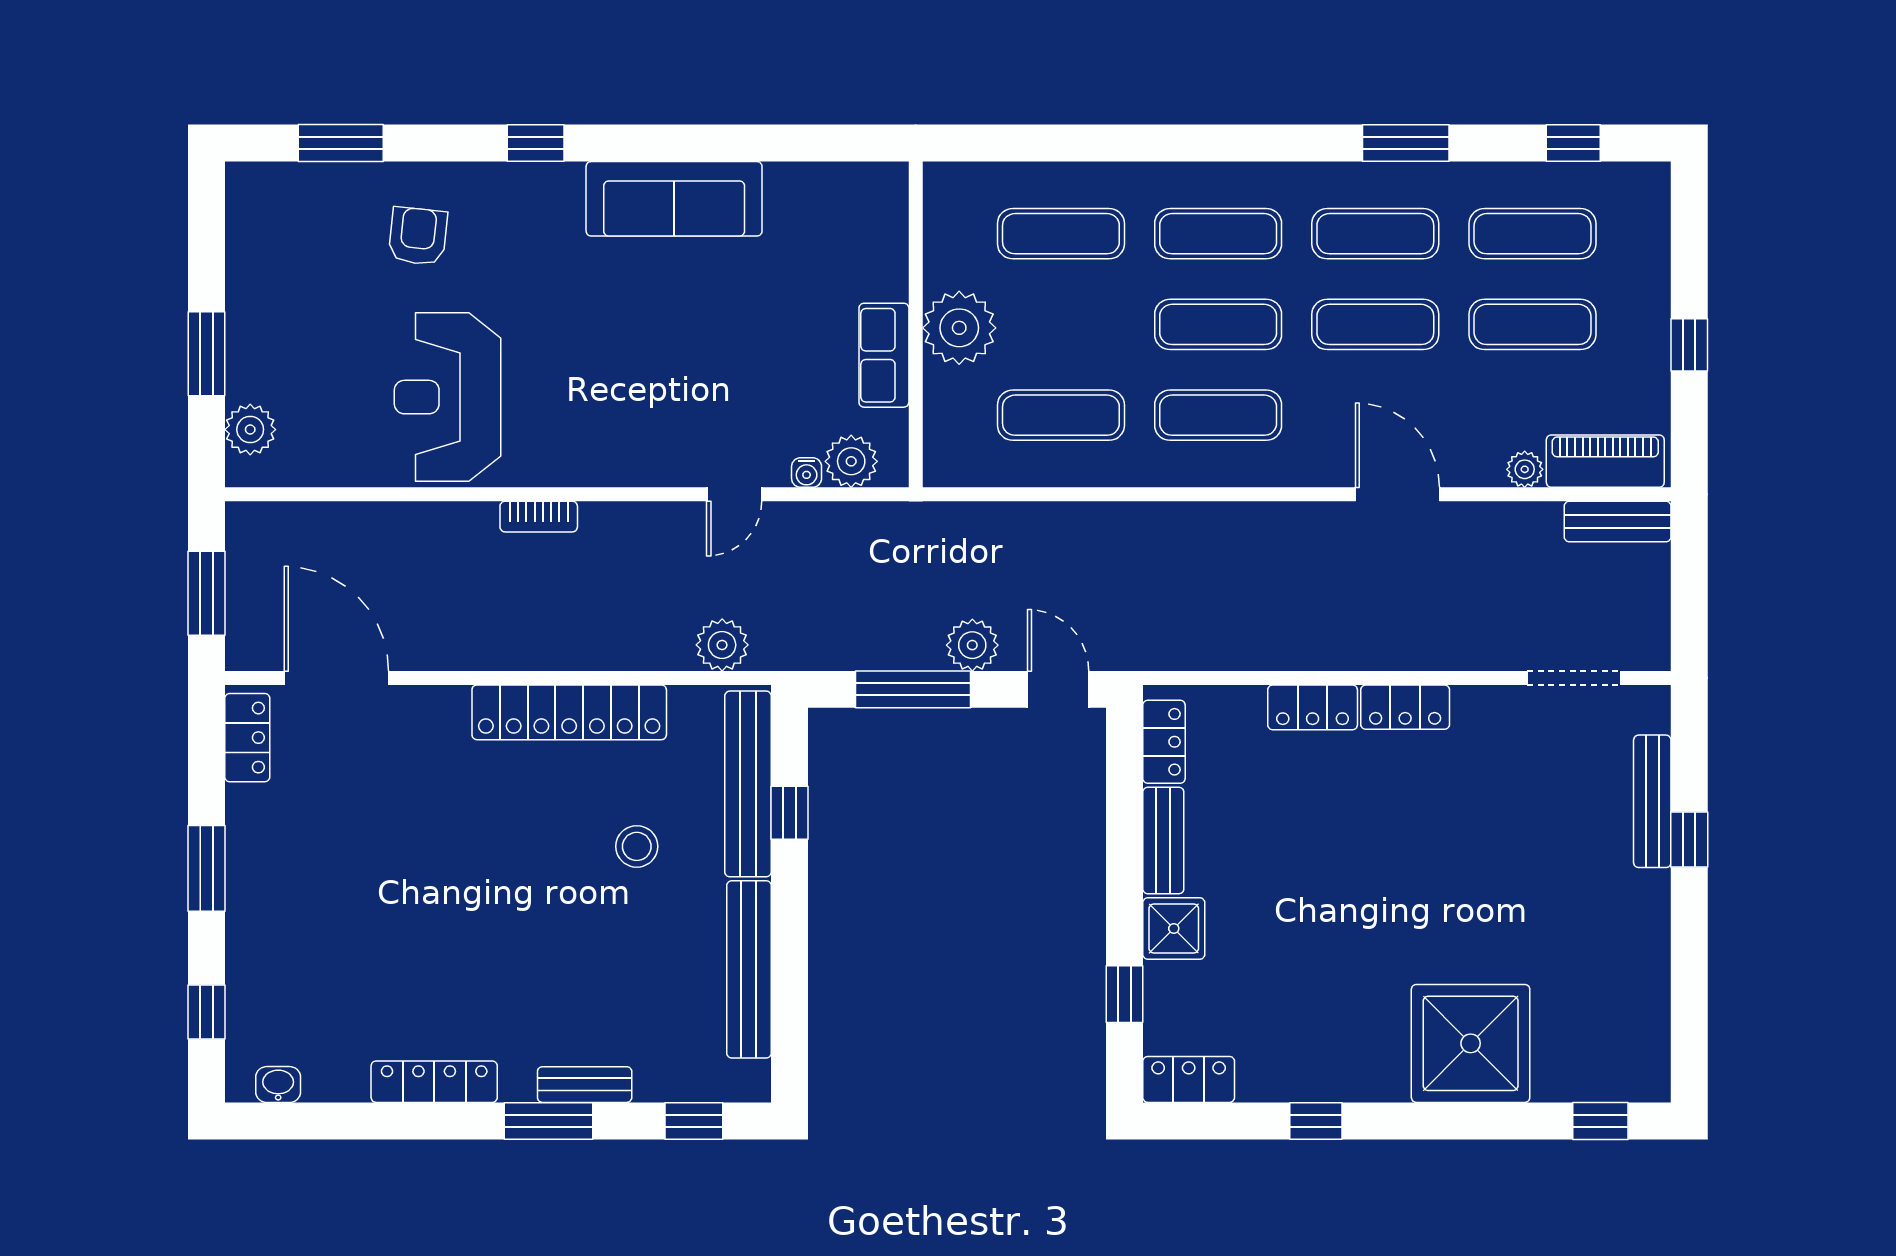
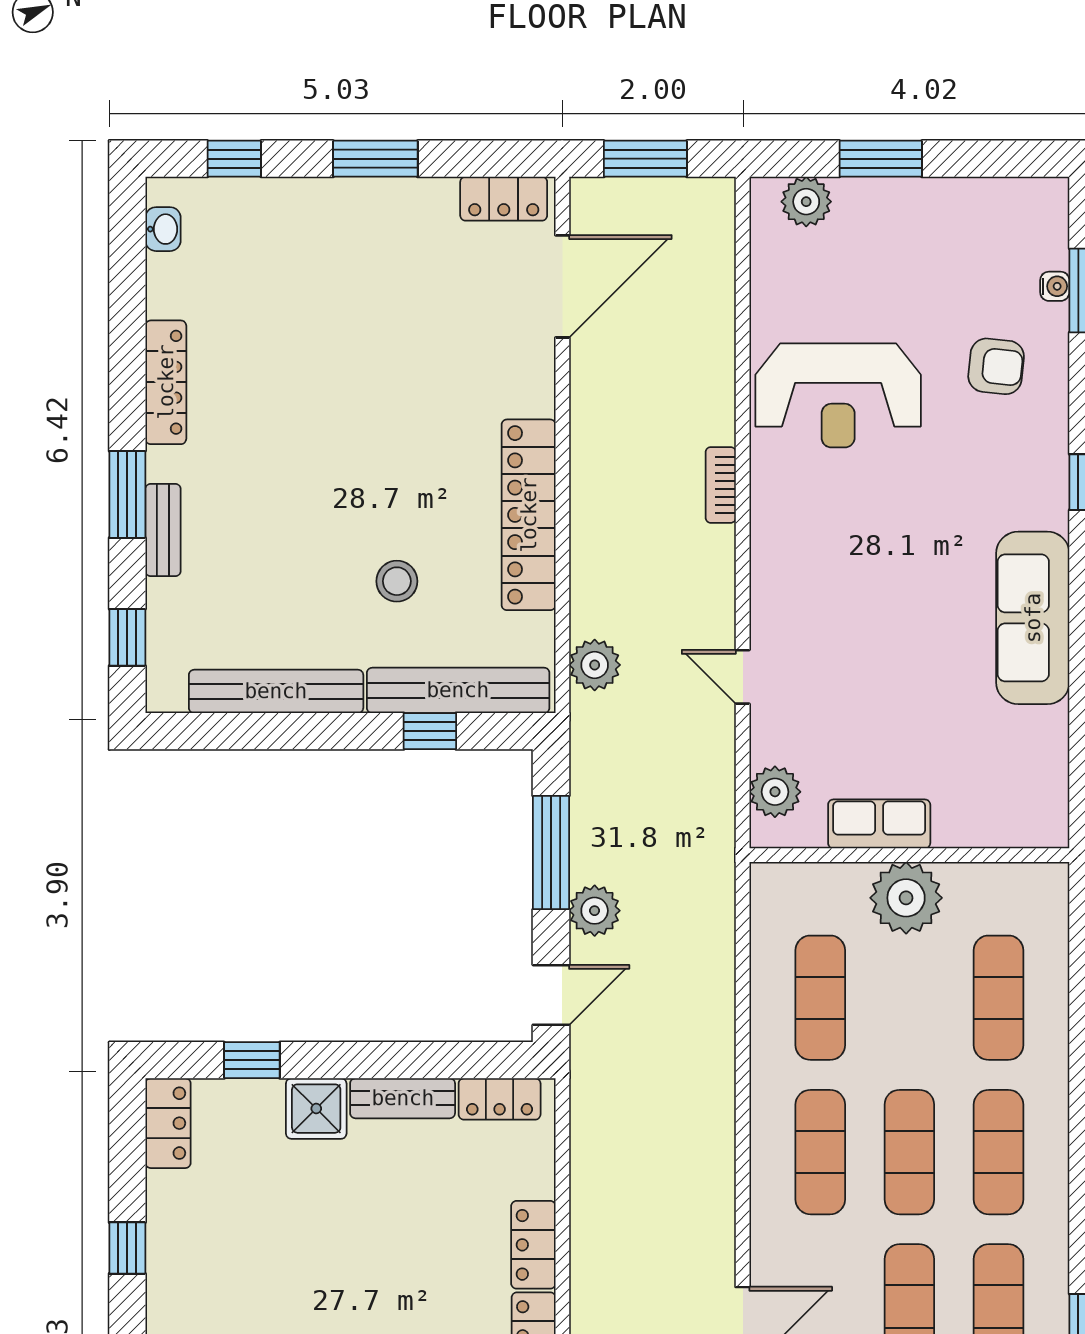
reception desk: (447, 397) -> (838, 395), turned 180
water cooler: (807, 472) -> (1055, 286), moved, turned 180

